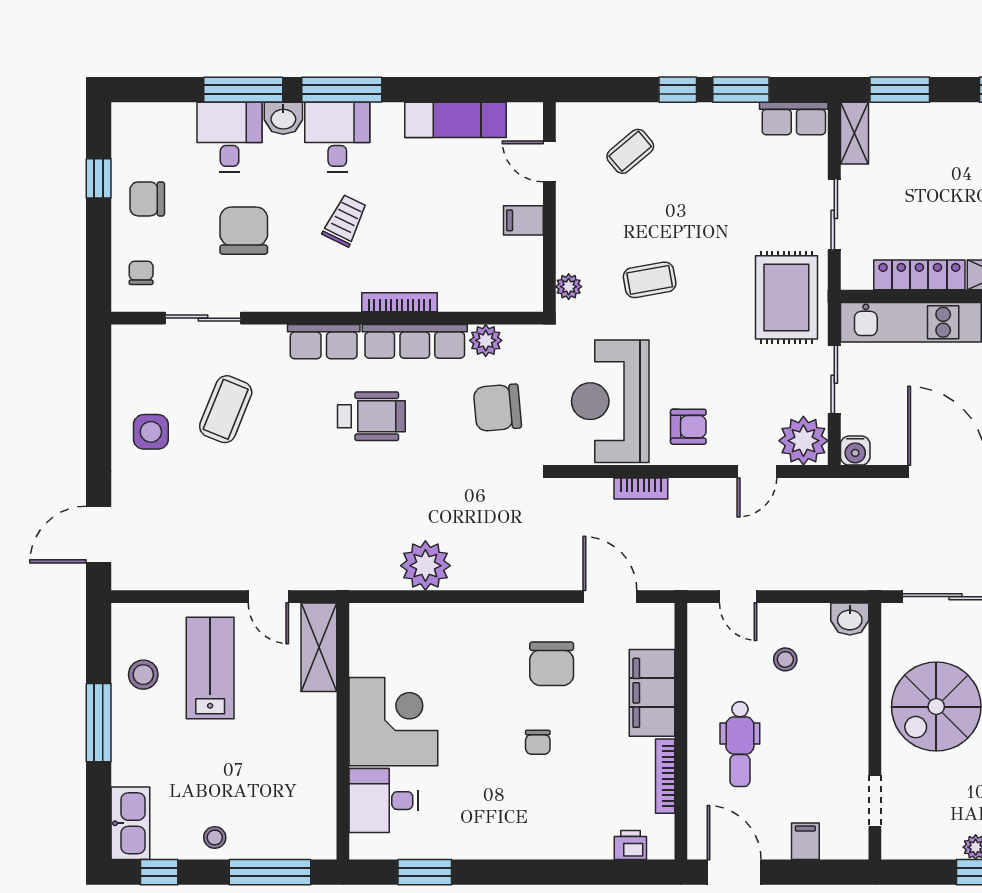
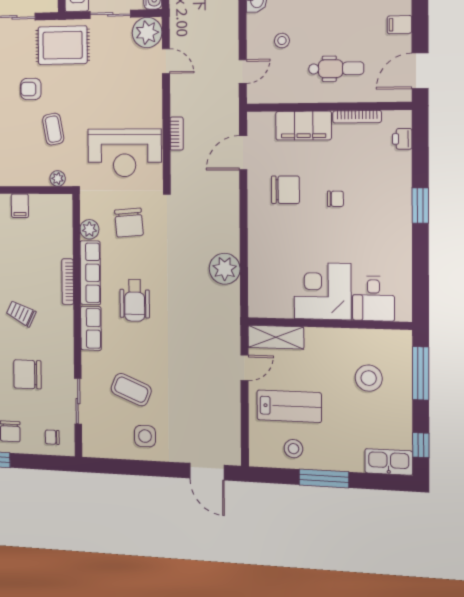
wheelchair: (371, 416) -> (135, 300), turned 180
armchair: (688, 427) -> (31, 89), moved, turned -90
lab bench: (210, 668) -> (289, 406), turned 180
stool: (215, 837) -> (369, 378), moved, width x1.89, depth x1.89
window: (425, 872) -> (420, 206), moved

